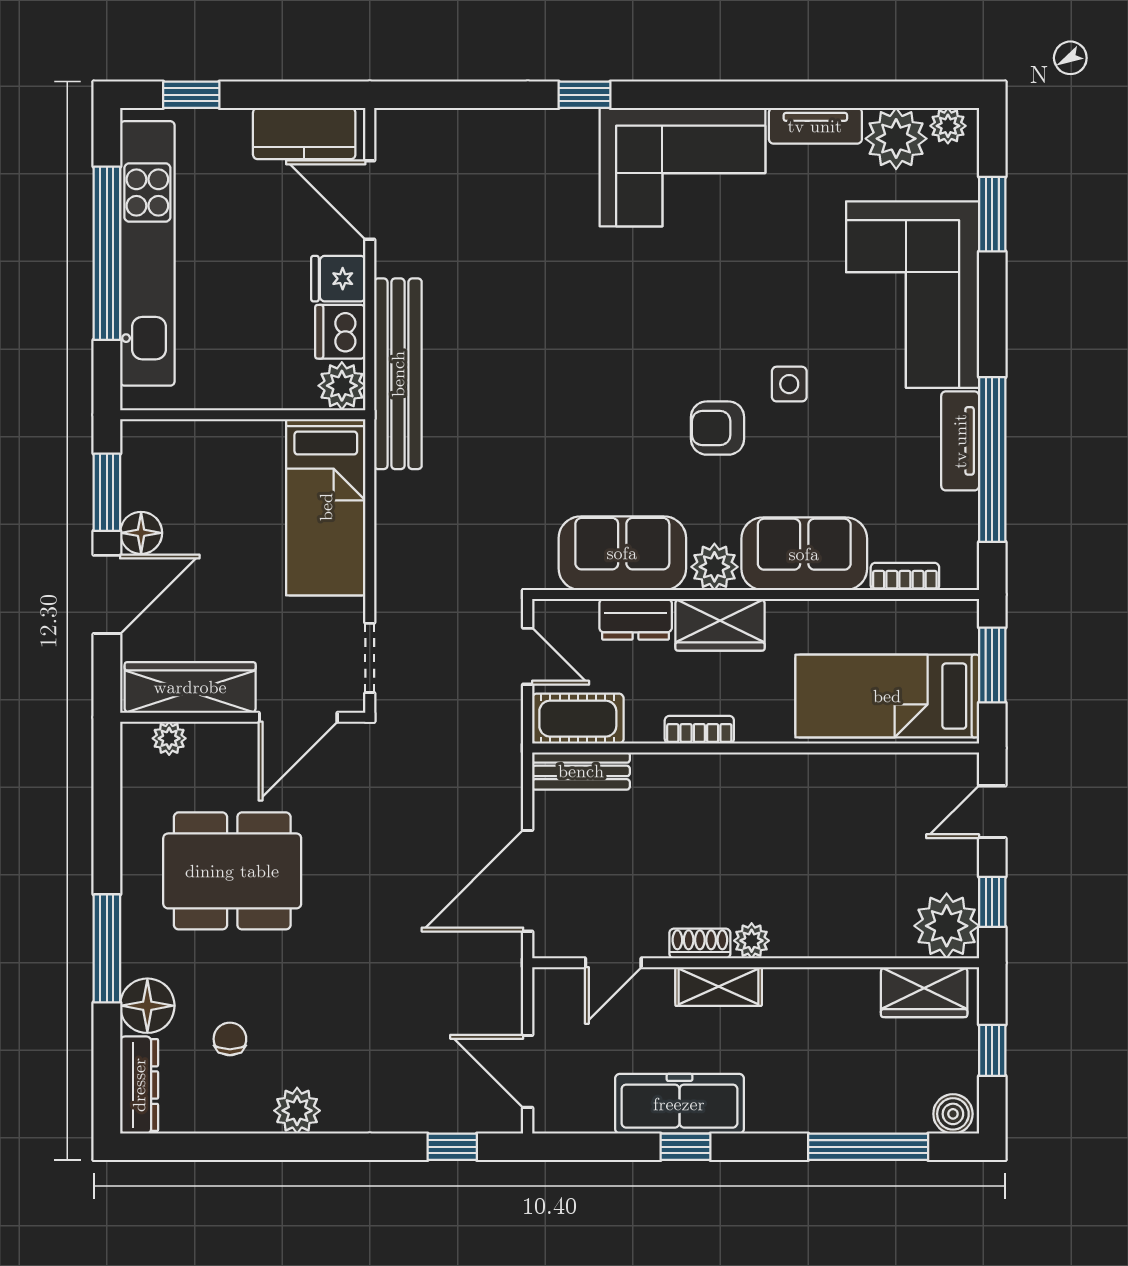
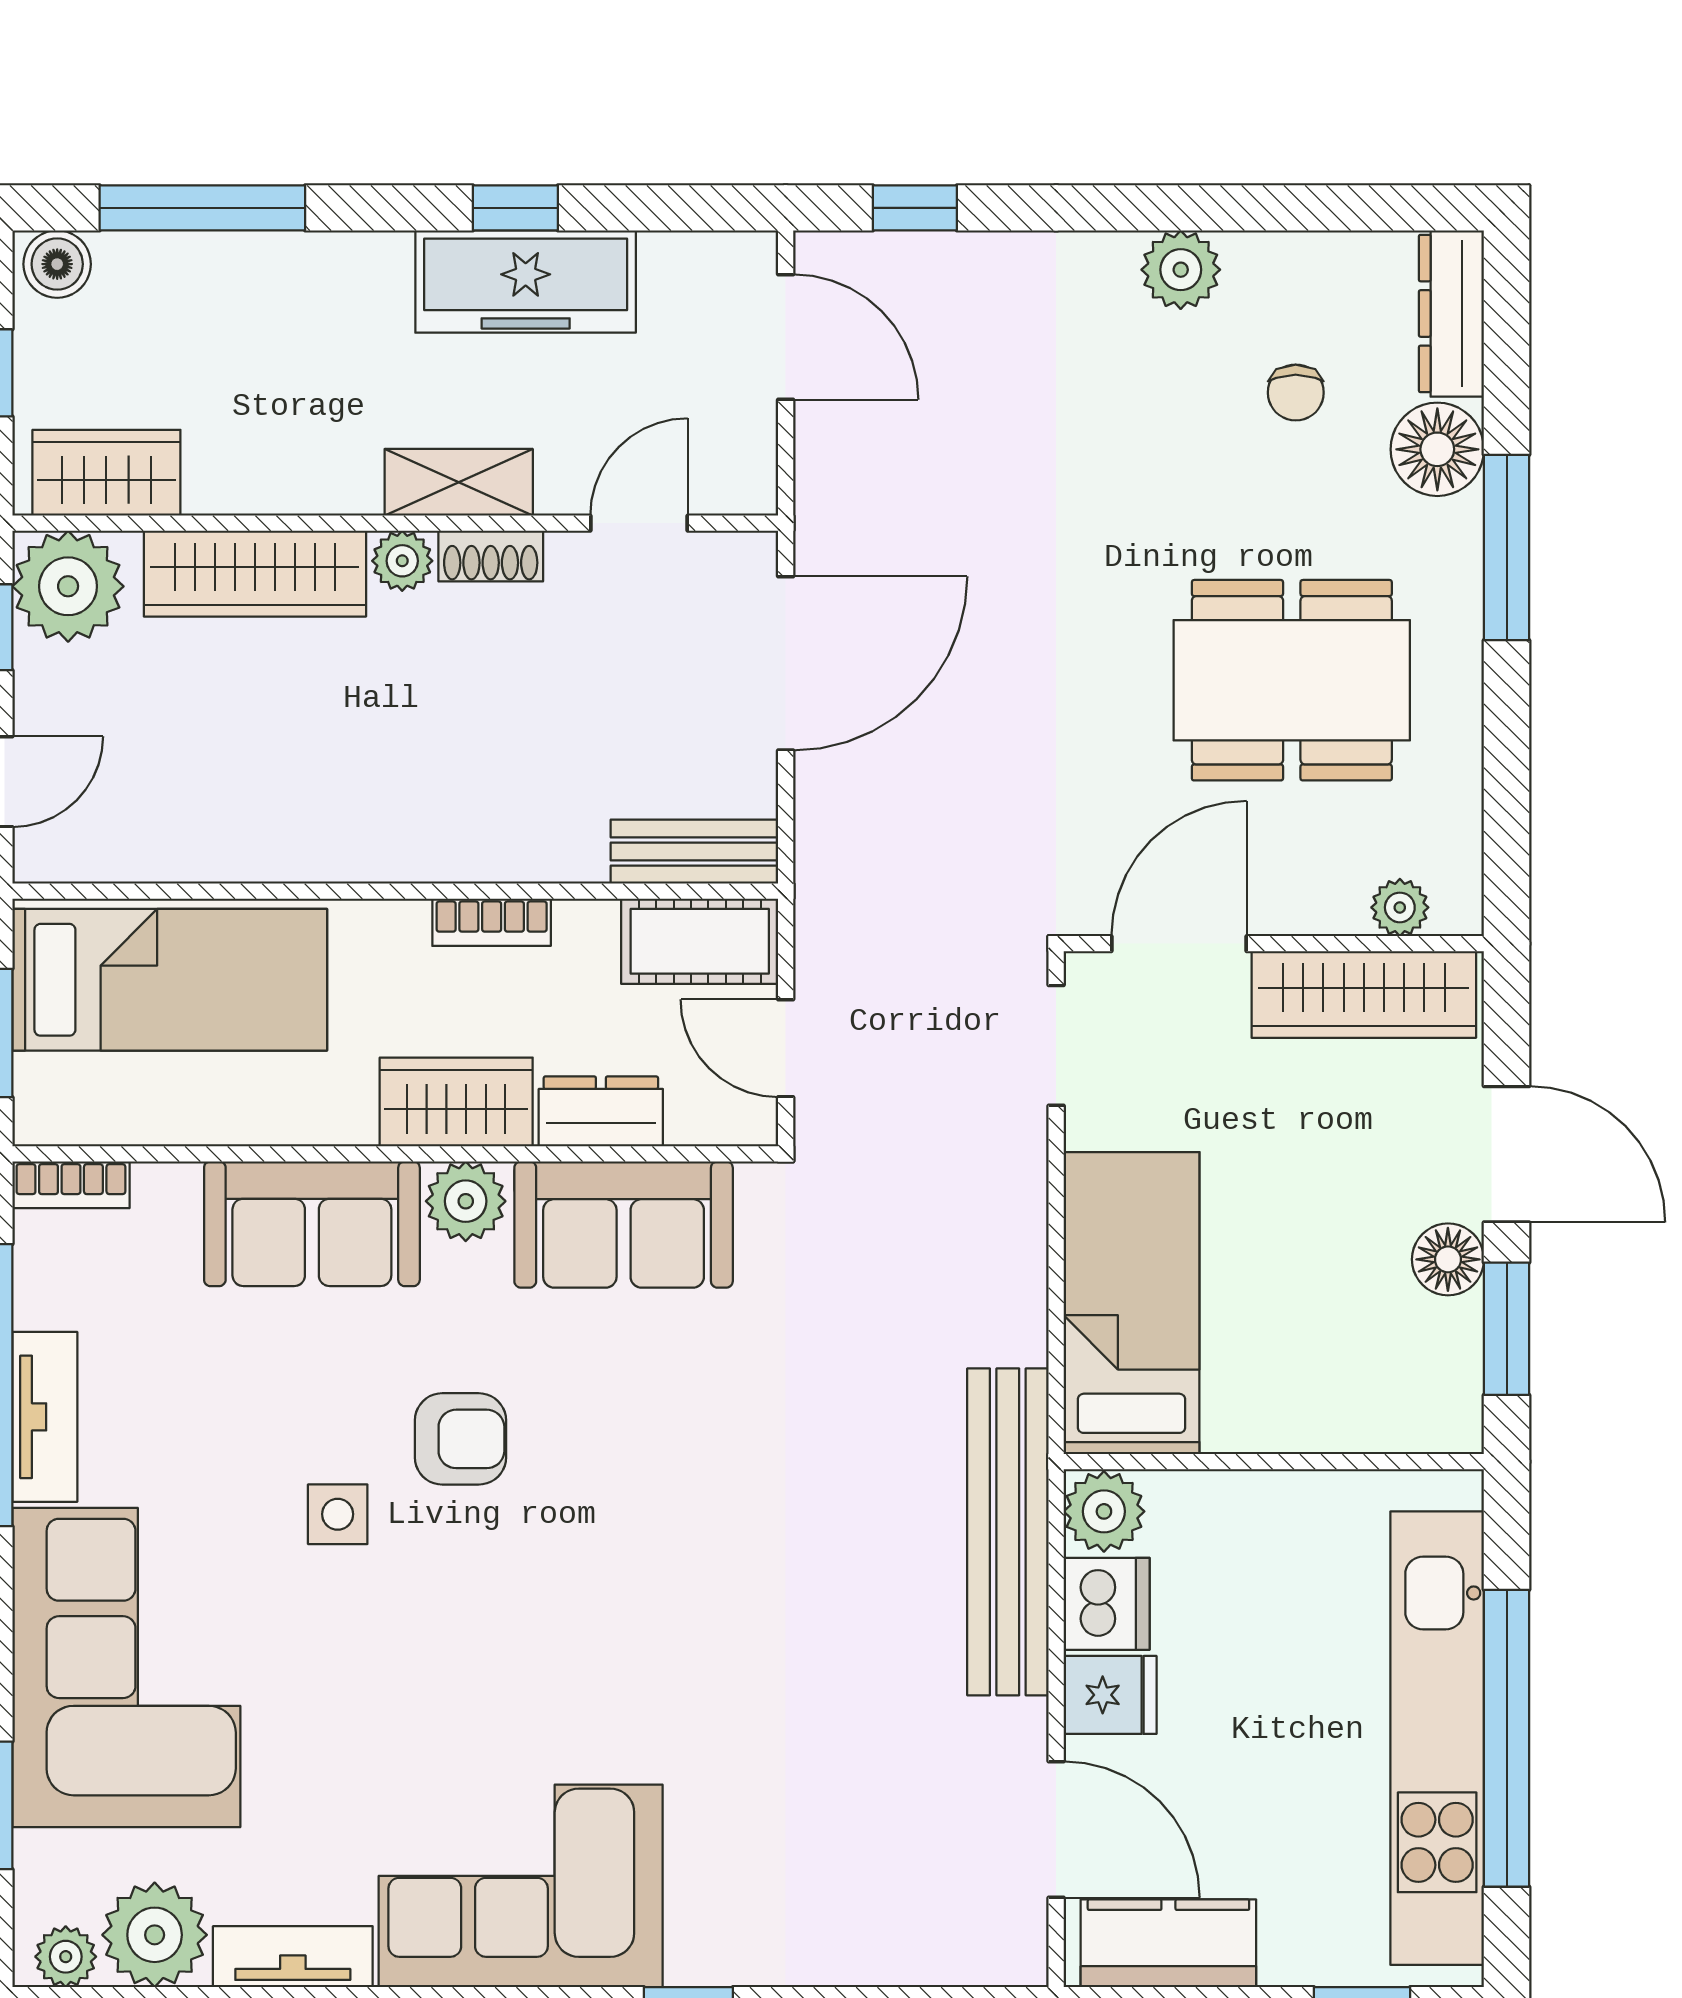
bookcase: (905, 576) -> (71, 1185), moved
door: (107, 594) -> (1507, 1154), swing flipped
wardrobe: (837, 933) -> (255, 574), added

